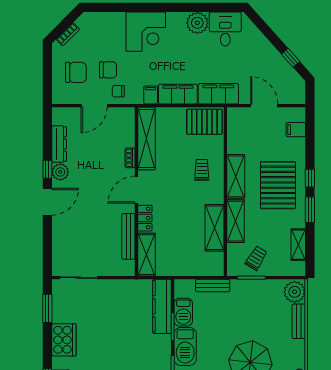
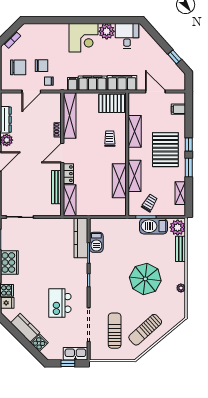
corner desk: (146, 32) -> (83, 38), moved
shelving: (236, 176) -> (135, 131), moved
bench: (213, 285) -> (118, 223), removed
barbecue: (185, 346) -> (153, 226), moved, turned 90

